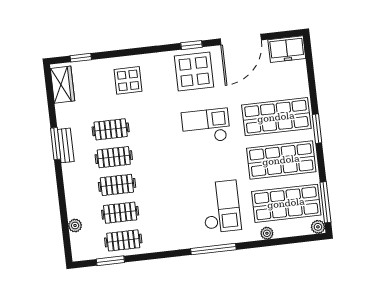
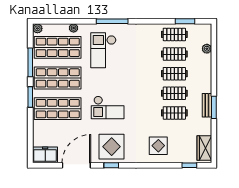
window: (325, 202) -> (30, 62), moved

